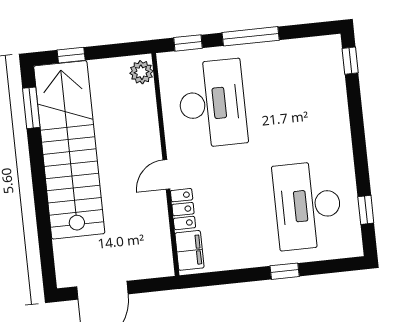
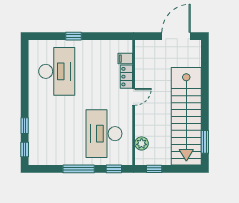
window: (71, 55) -> (154, 169), moved
plant: (141, 72) -> (142, 143), moved
window: (366, 210) -> (25, 126), moved
filing cabinet: (189, 250) -> (125, 59), width x0.50

